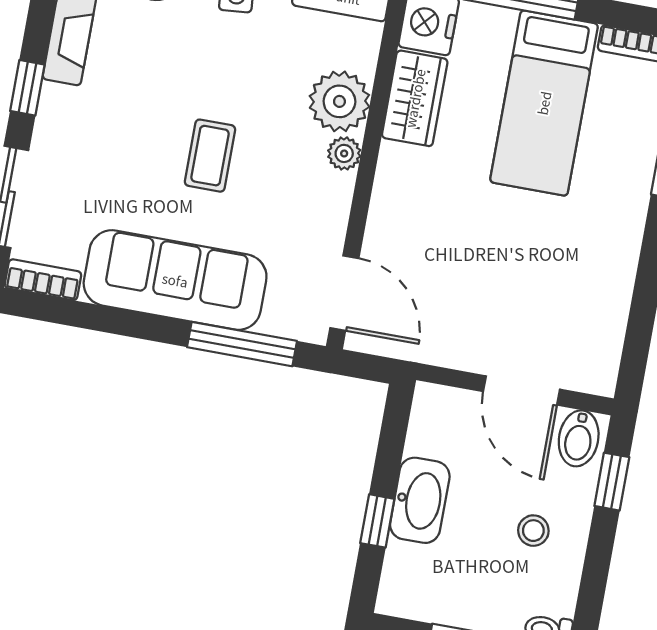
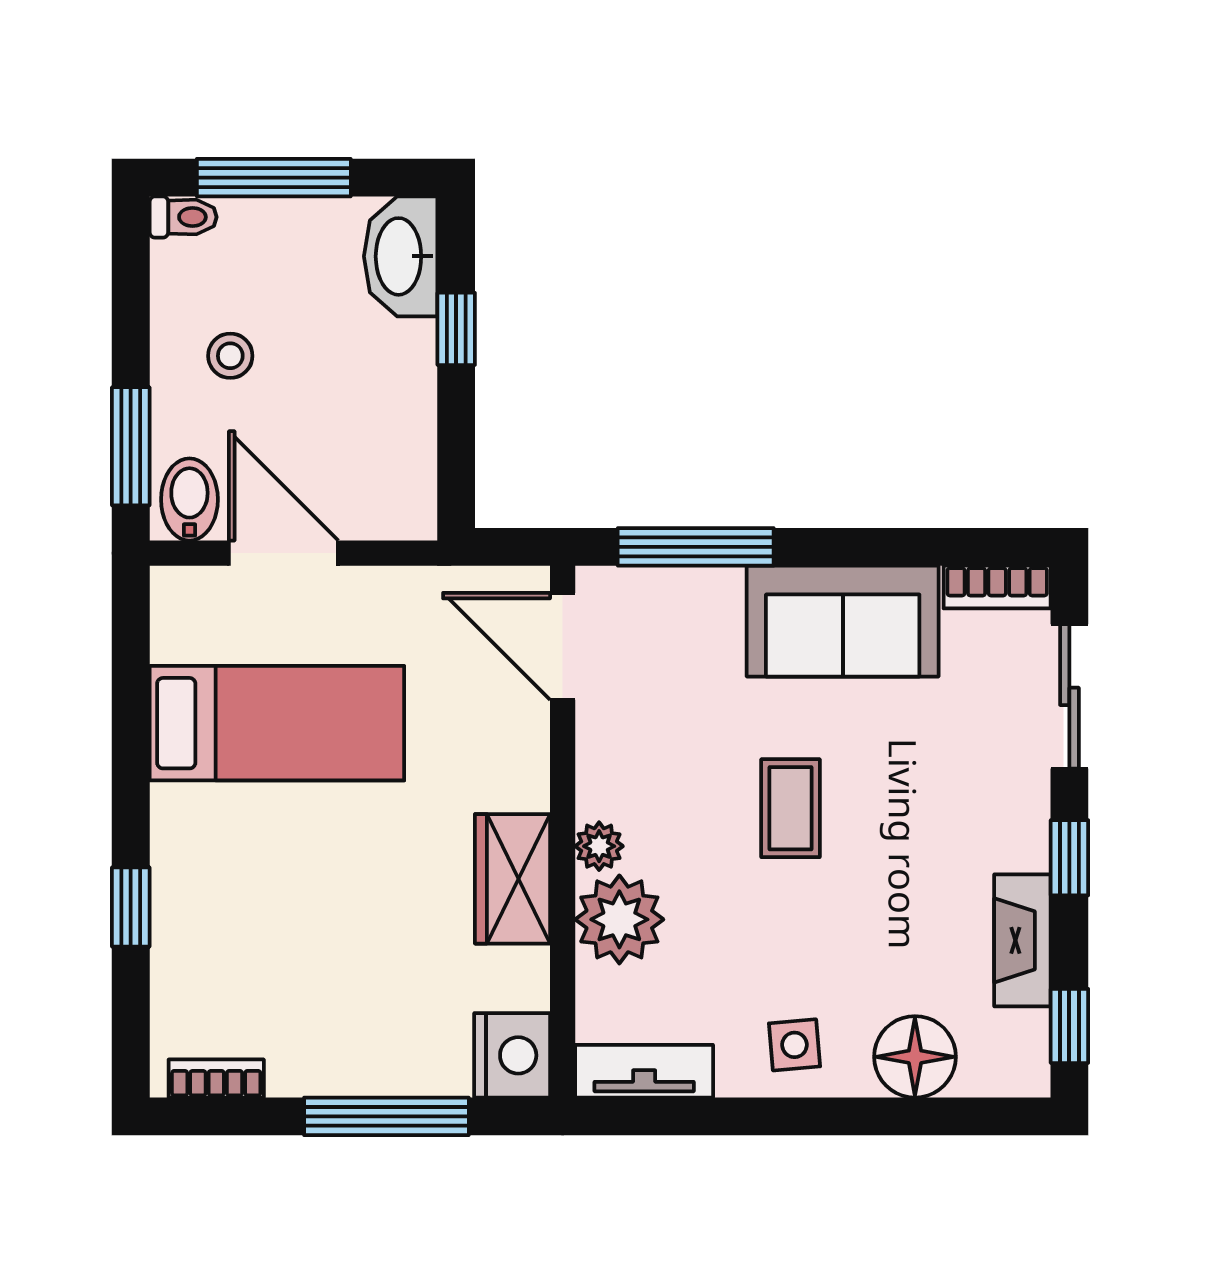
wardrobe: (415, 98) -> (512, 879), moved
bed: (544, 103) -> (277, 723), moved, turned 90
sofa: (175, 280) -> (843, 621), width x0.73
window: (612, 482) -> (131, 446), width x1.50
washbasin: (420, 500) -> (401, 256), moved

